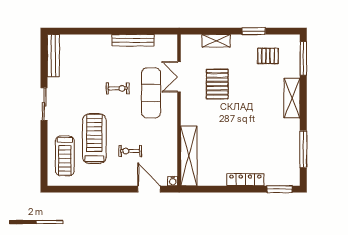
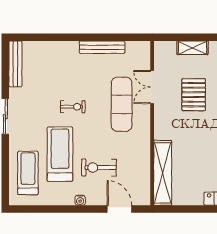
exercise bike: (118, 88) -> (73, 107), moved
exercise bike: (130, 151) -> (99, 168), width x1.38, depth x1.39
treadmill: (65, 156) -> (28, 173), turned 180
water cooler: (173, 181) -> (80, 200), moved

